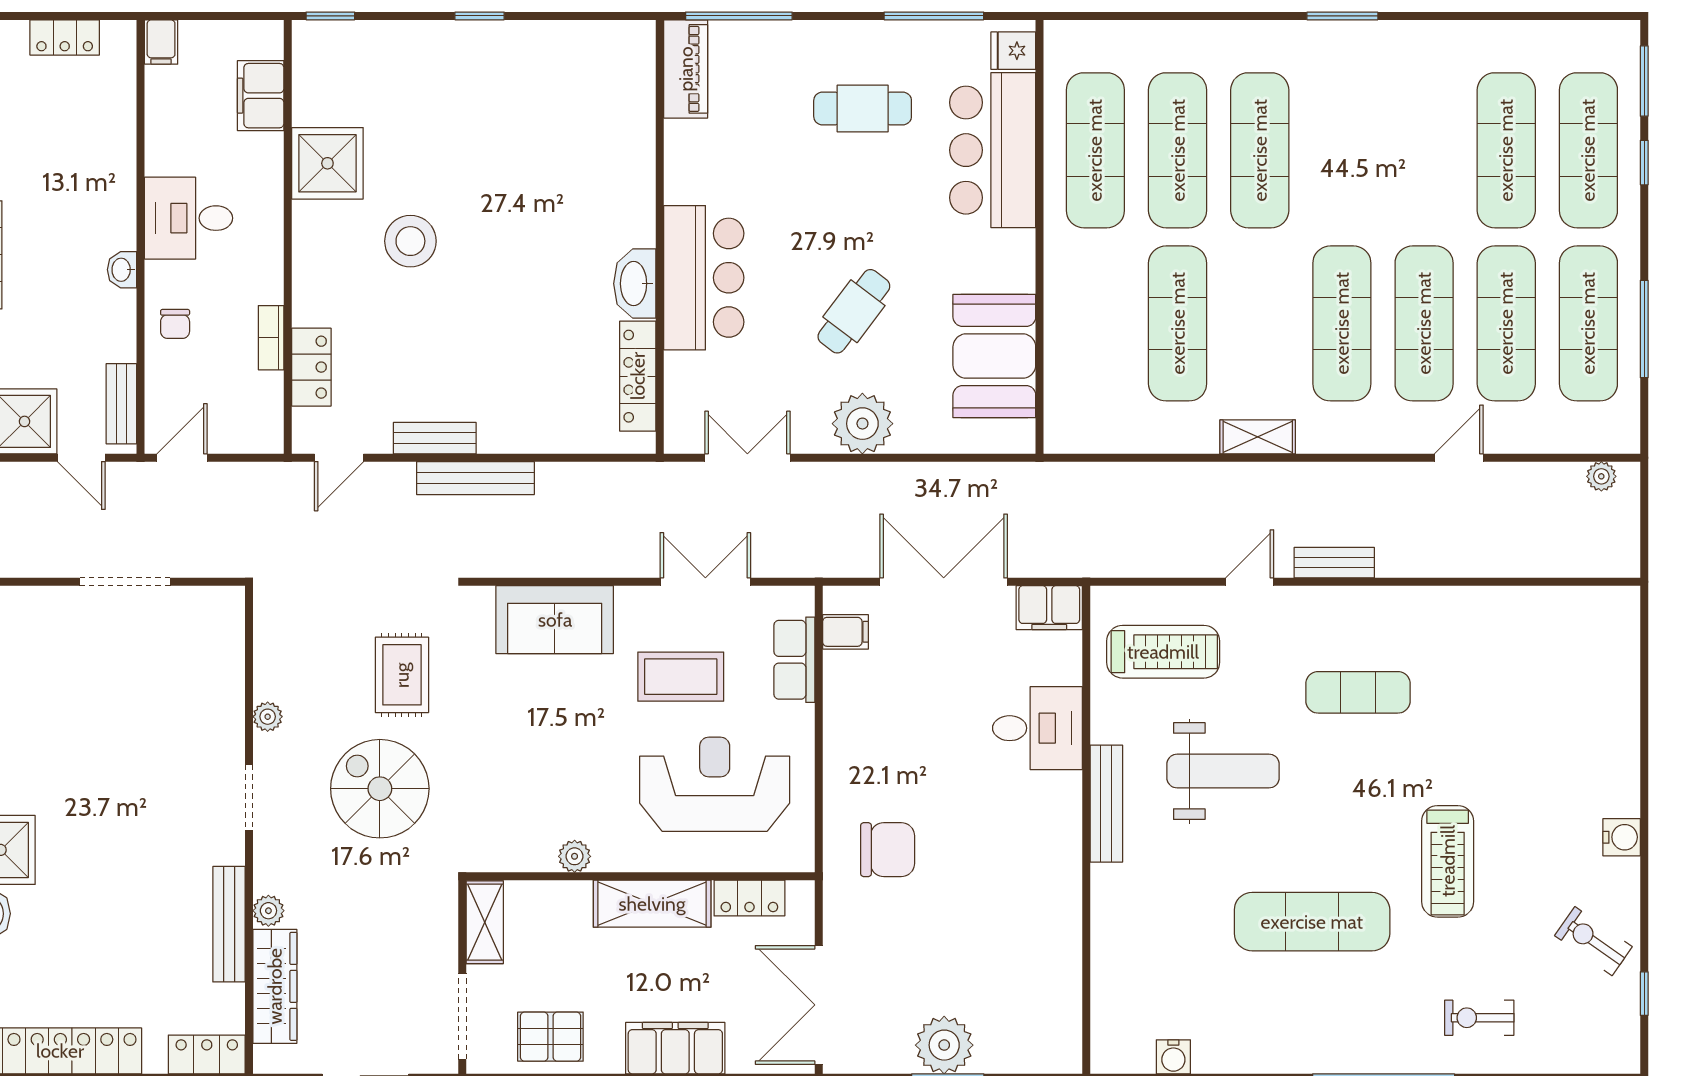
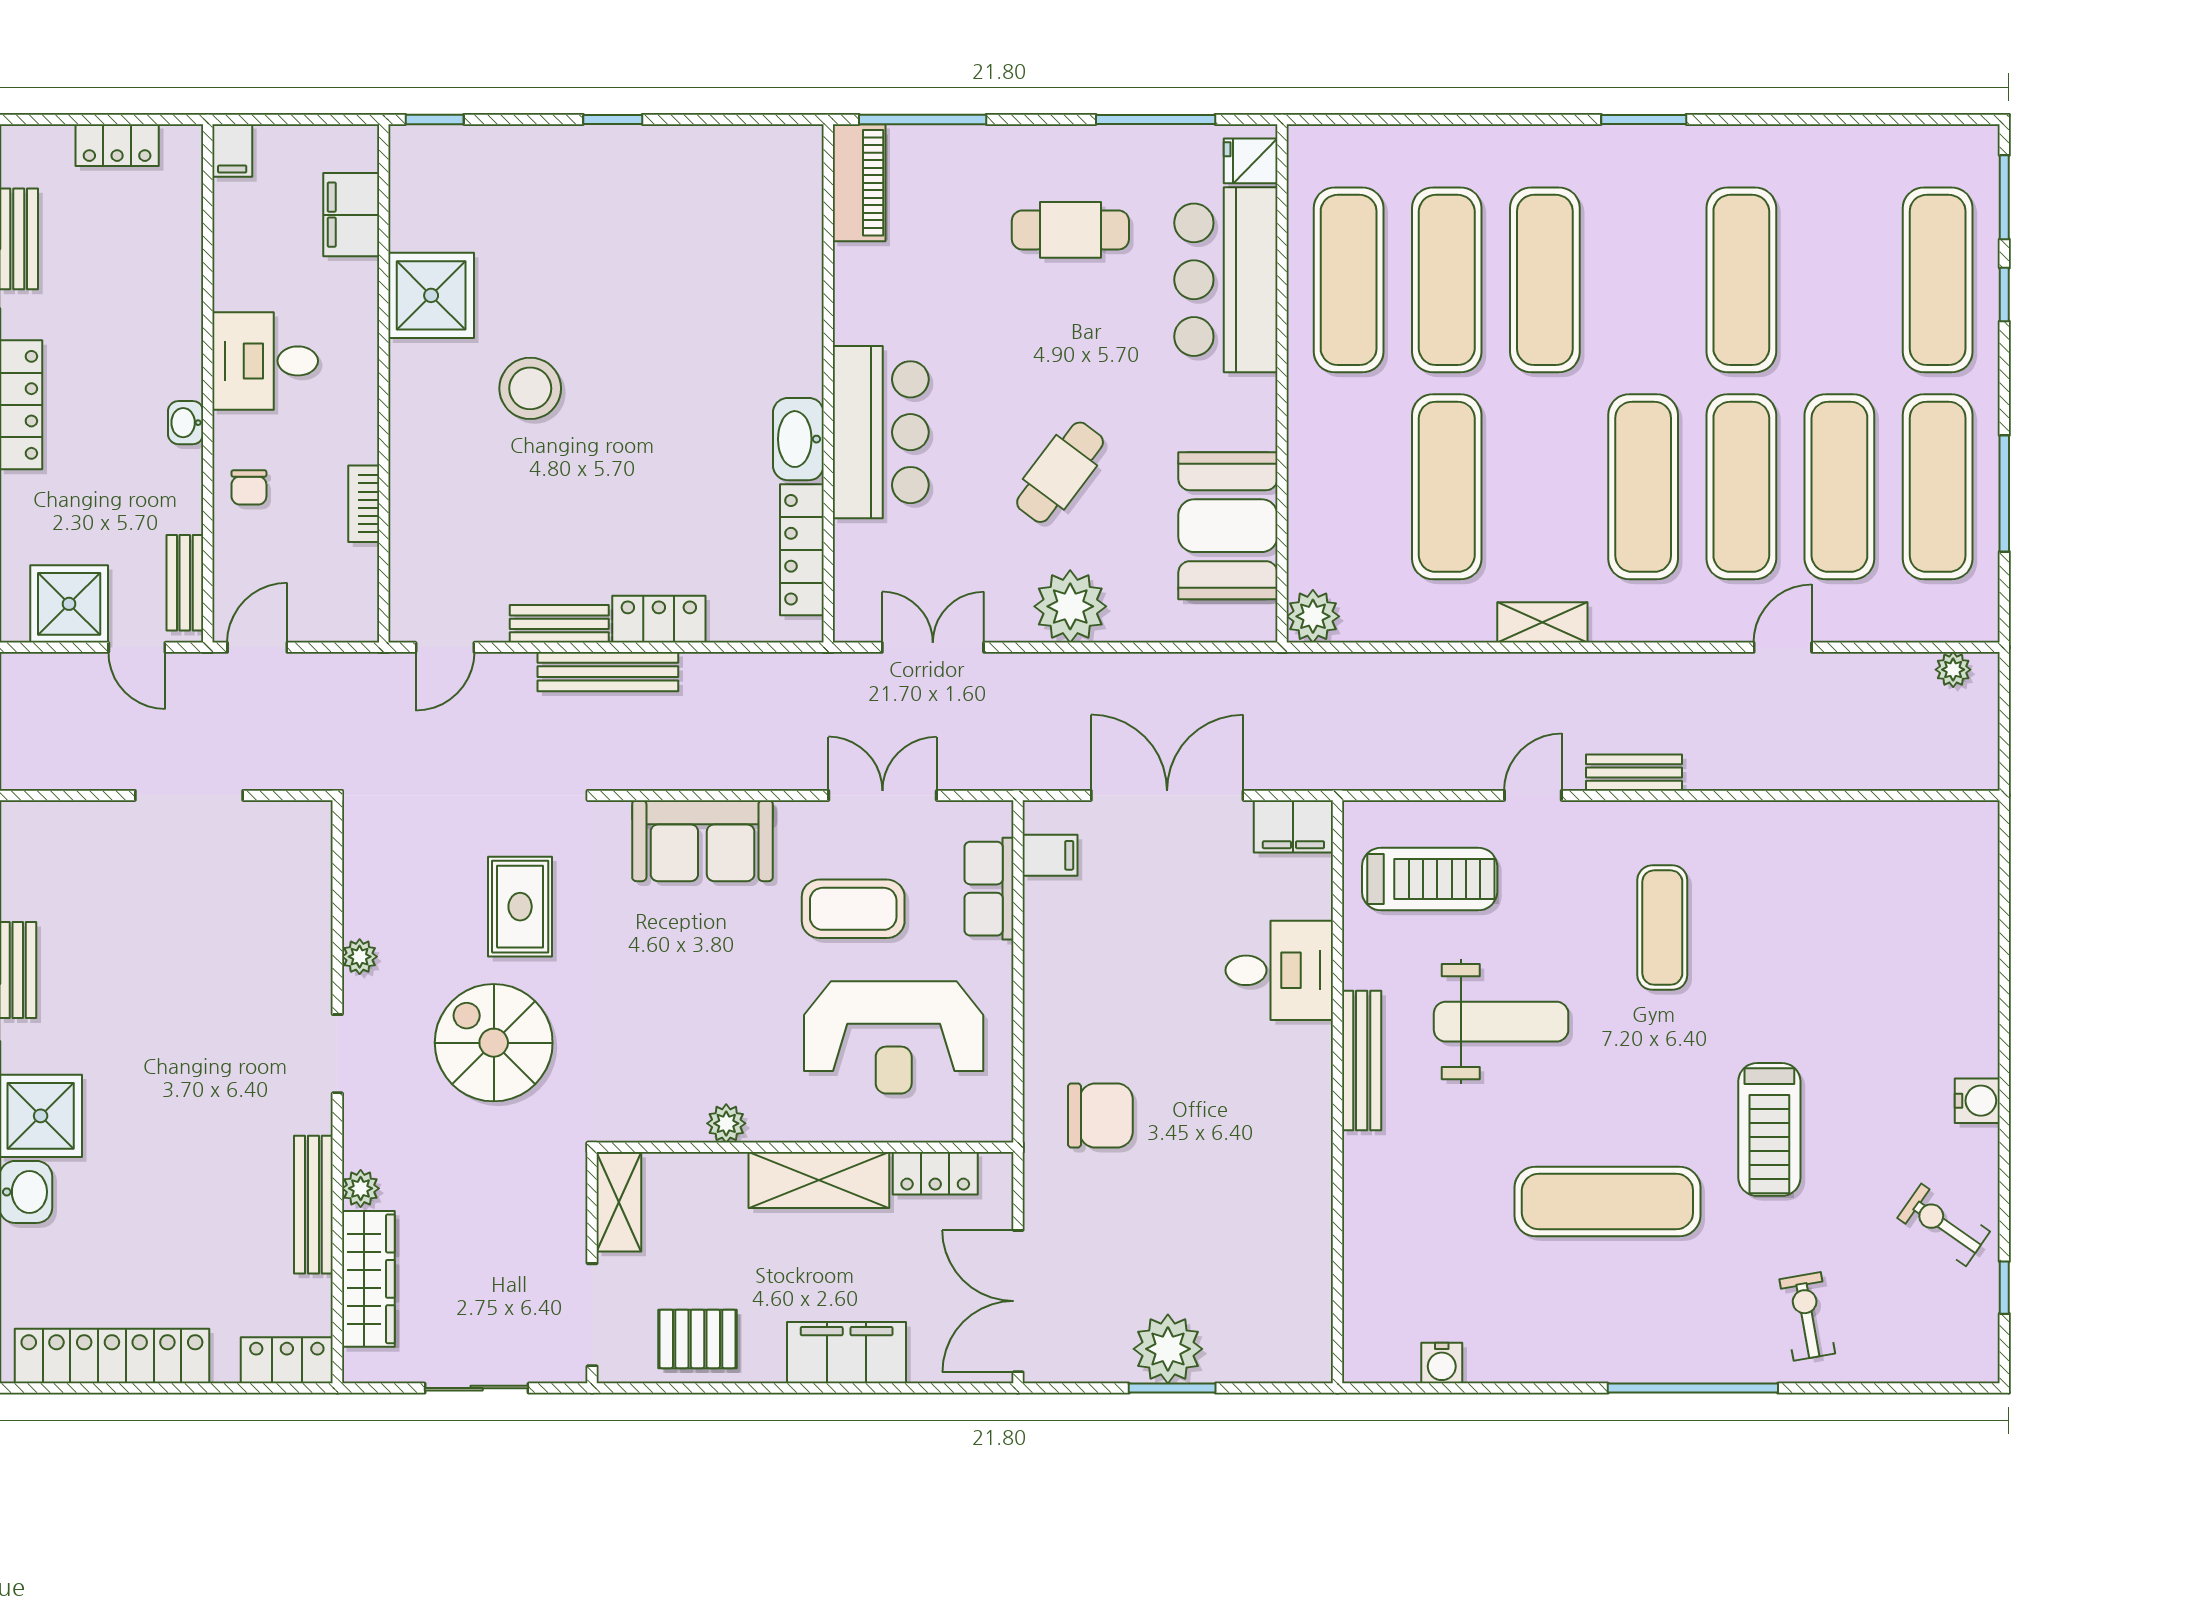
exercise mat: (1506, 150) -> (1741, 280), moved
locker: (311, 367) -> (659, 619), moved, turned -90
plant: (1066, 432) -> (1313, 616), added
exercise mat: (1358, 692) -> (1662, 928), turned 90
reception desk: (715, 784) -> (894, 1037), turned 180
exercise bike: (1479, 1018) -> (1807, 1316), turned 80

